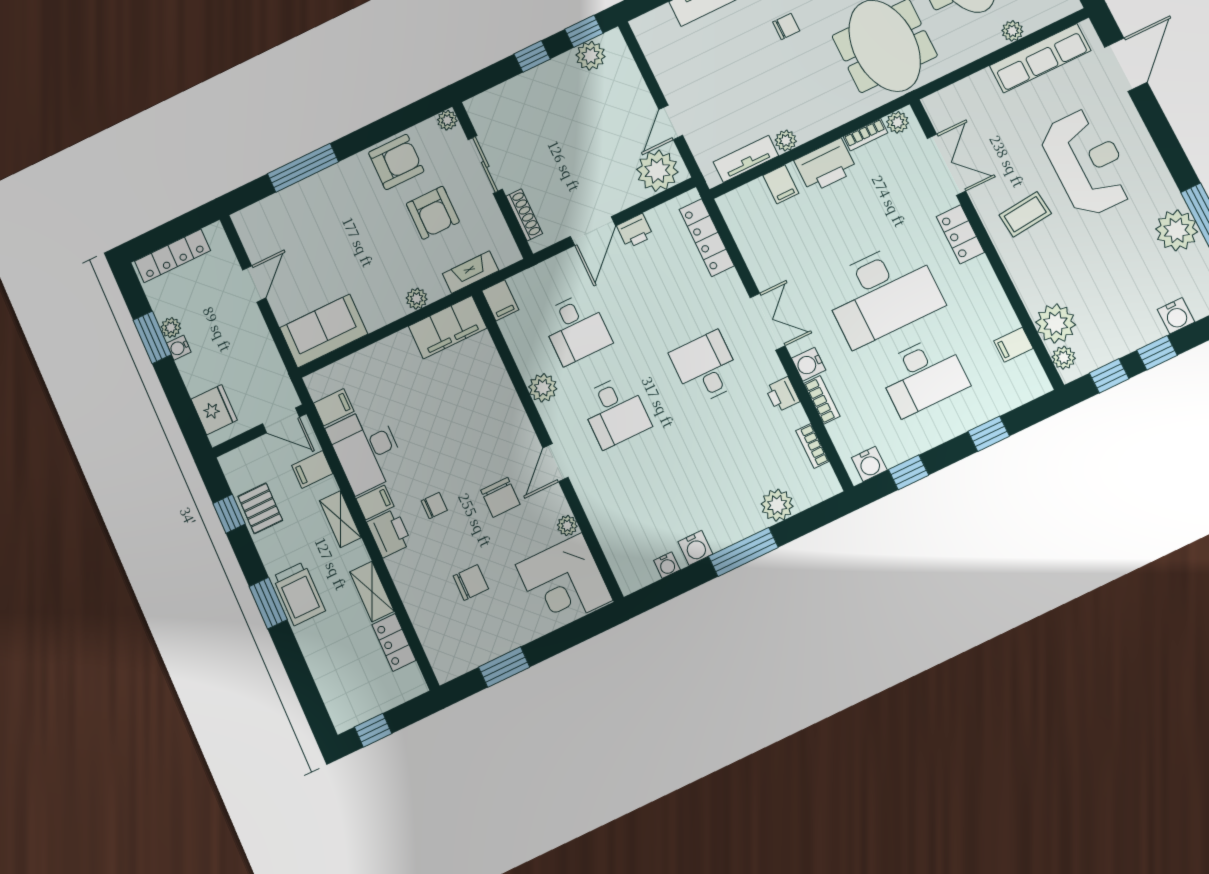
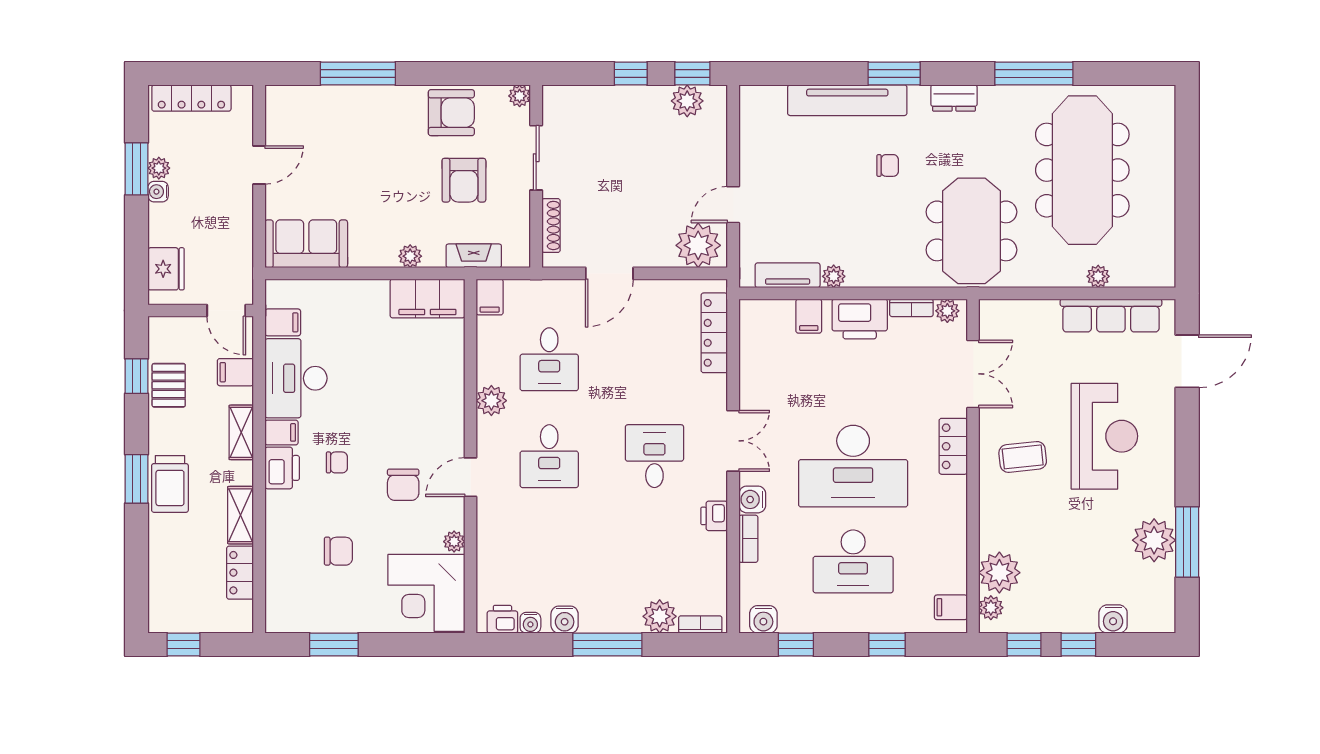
printer: (635, 231) -> (502, 619), moved, turned 180
filing cabinet: (1013, 345) -> (951, 607), moved
bookcase: (812, 446) -> (700, 624), moved, turned 90

